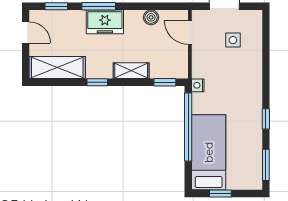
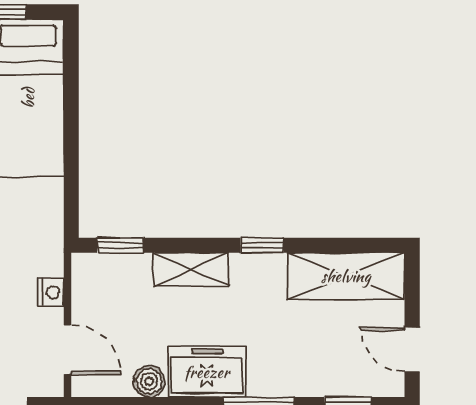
freezer: (105, 22) -> (207, 372), moved
nightstand: (198, 85) -> (51, 292), moved
window: (188, 127) -> (71, 151), removed

